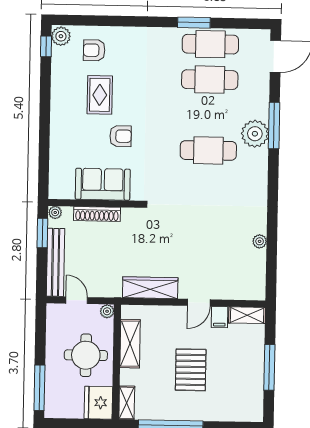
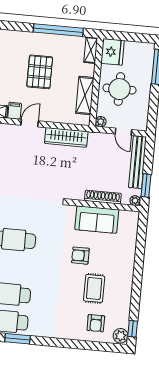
armchair: (94, 50) -> (96, 323), turned 90

